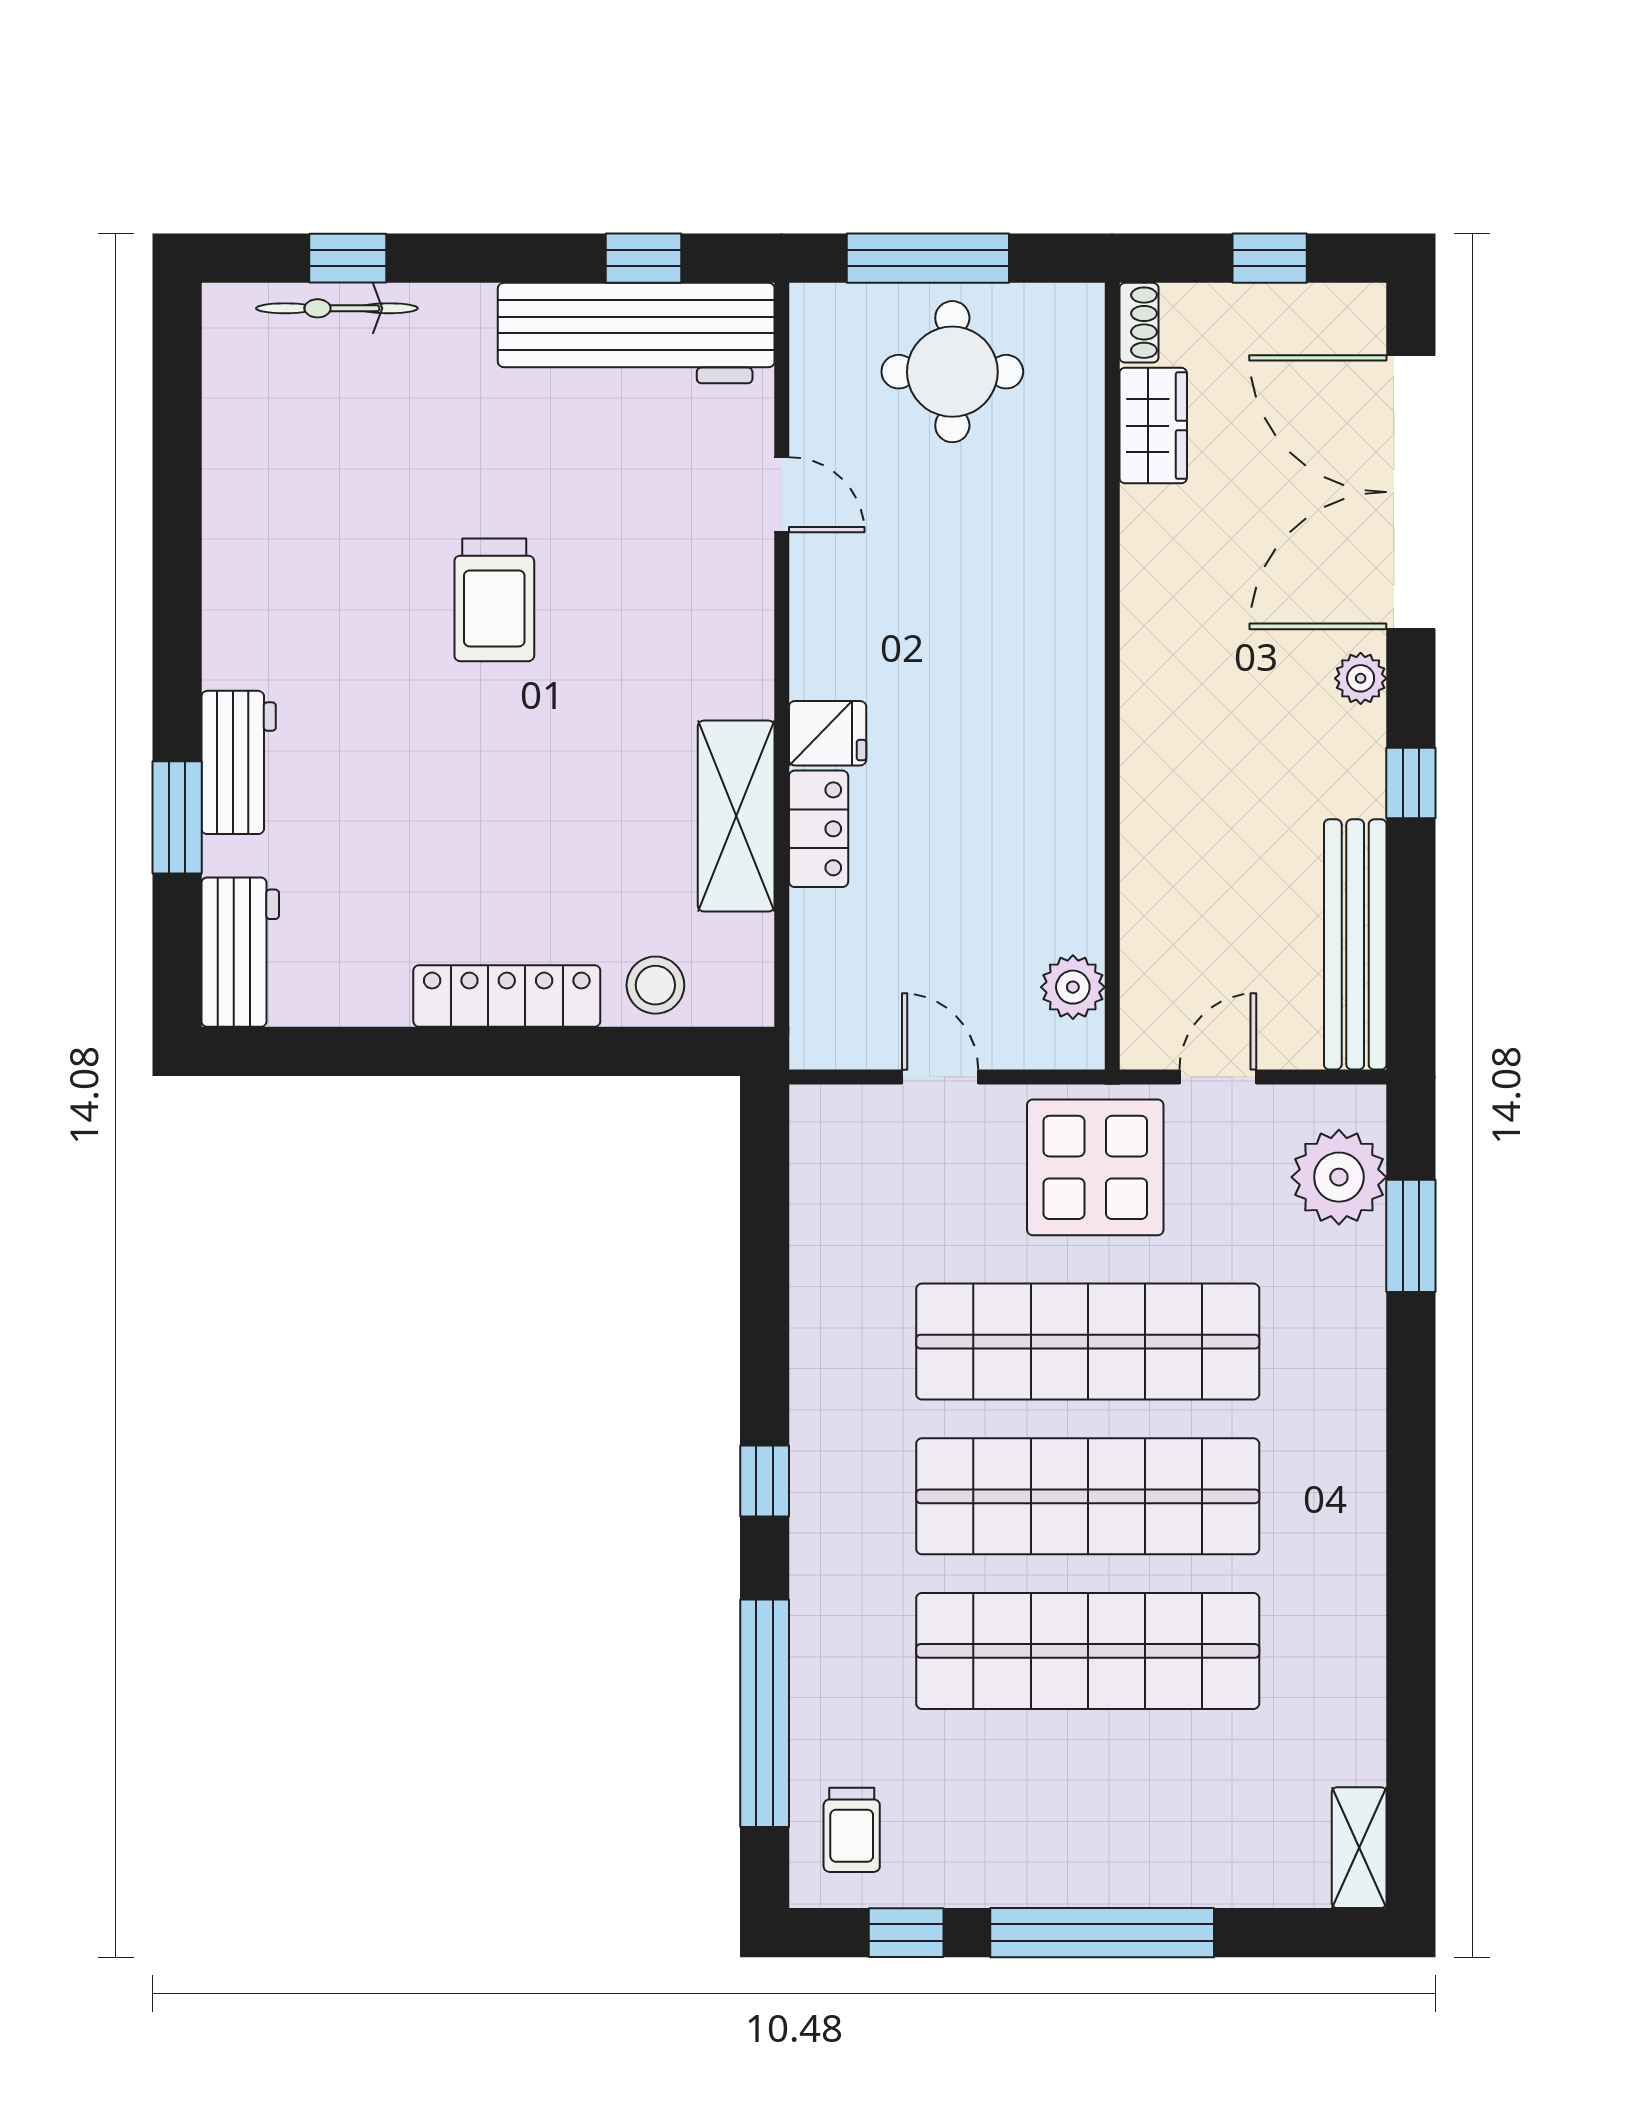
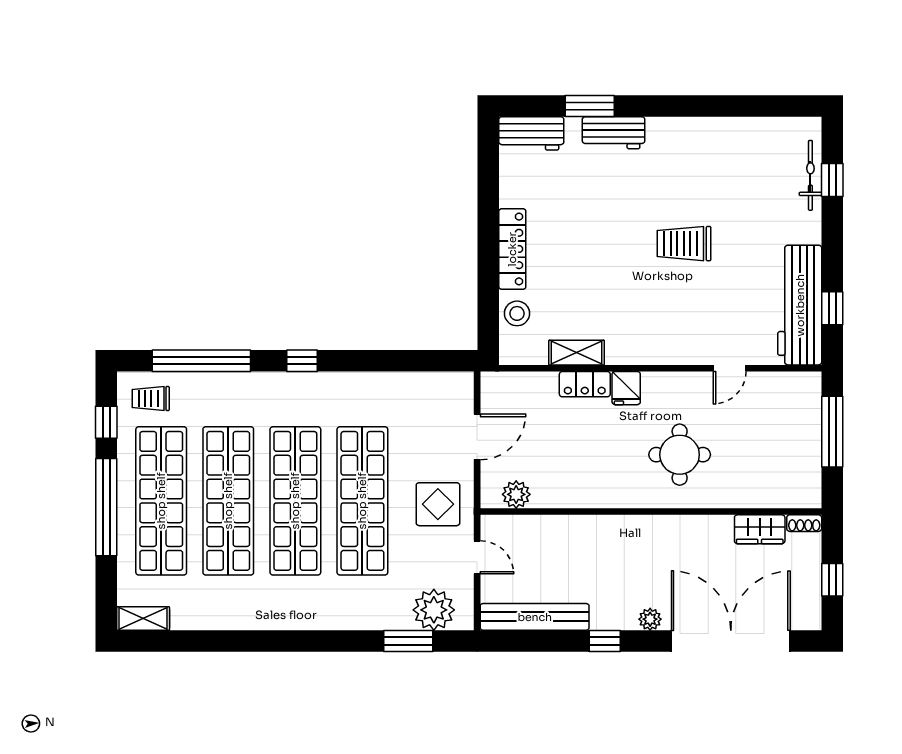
round table: (952, 372) -> (680, 455), moved
shelving: (736, 816) -> (577, 353), width x0.67, depth x0.75
door: (940, 1077) -> (477, 437), width x1.38
display table: (1095, 1167) -> (438, 504), width x0.73, depth x0.73
shop shelf: (1088, 1806) -> (161, 501), added

